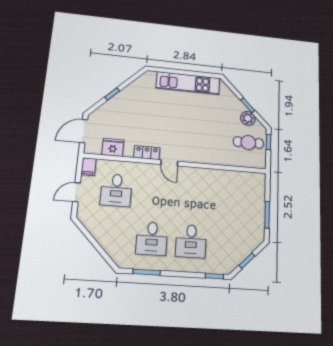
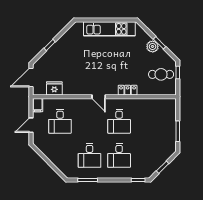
plant: (248, 118) -> (153, 46), moved
locker: (147, 153) -> (128, 90), moved
desk: (194, 196) -> (119, 121), added

